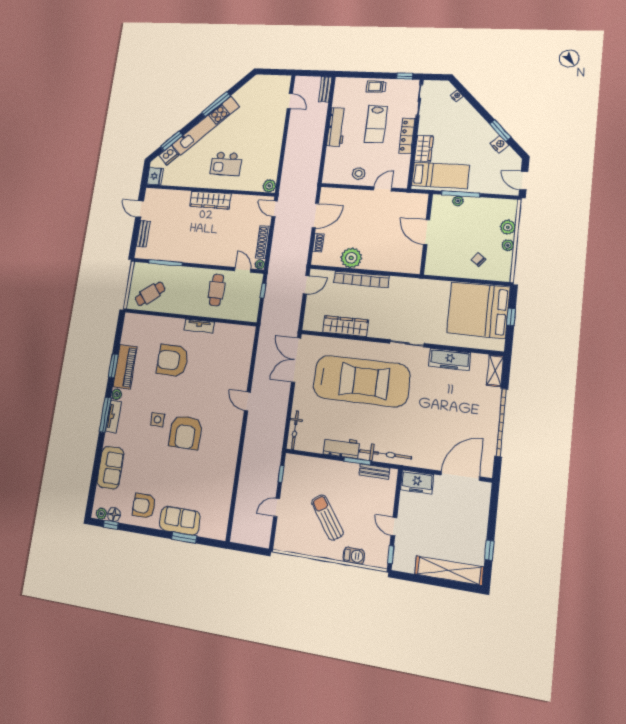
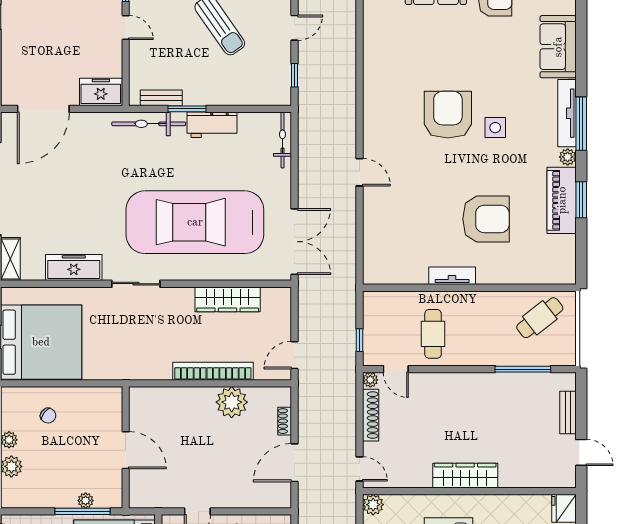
tv unit: (113, 417) -> (567, 113), width x1.41

